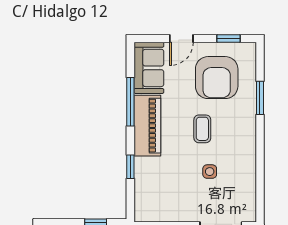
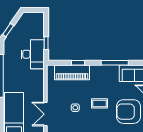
piano: (147, 126) -> (72, 72), moved

